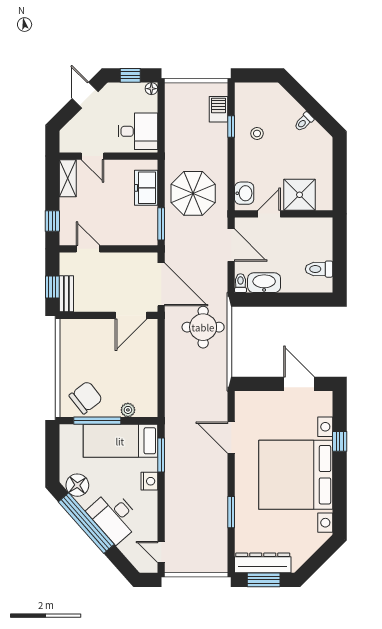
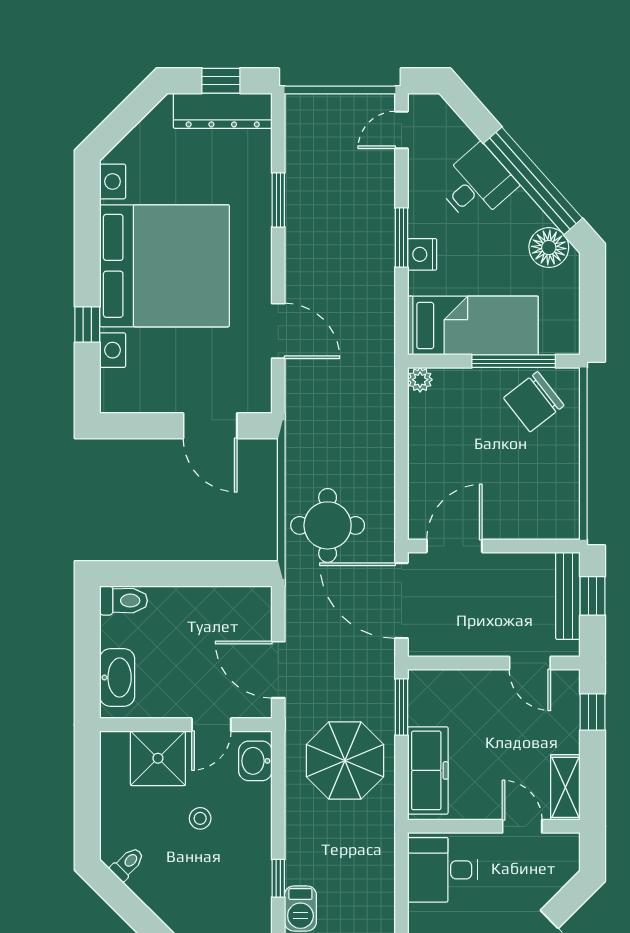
toilet: (304, 122) -> (127, 864), moved
stool: (257, 133) -> (200, 818), moved
freezer: (146, 188) -> (428, 770), width x1.40
toilet: (319, 269) -> (123, 601), moved
toilet: (240, 283) -> (262, 603), removed
washbasin: (264, 283) -> (117, 677), moved, turned -90
bench: (66, 294) -> (568, 596), width x1.36
door: (299, 384) -> (210, 426), moved
plant: (128, 410) -> (420, 380), moved
window: (161, 455) -> (401, 238), moved
desk: (114, 516) -> (477, 184), width x0.73
door: (161, 552) -> (401, 130), swing flipped
window: (264, 580) -> (221, 81), width x0.67

